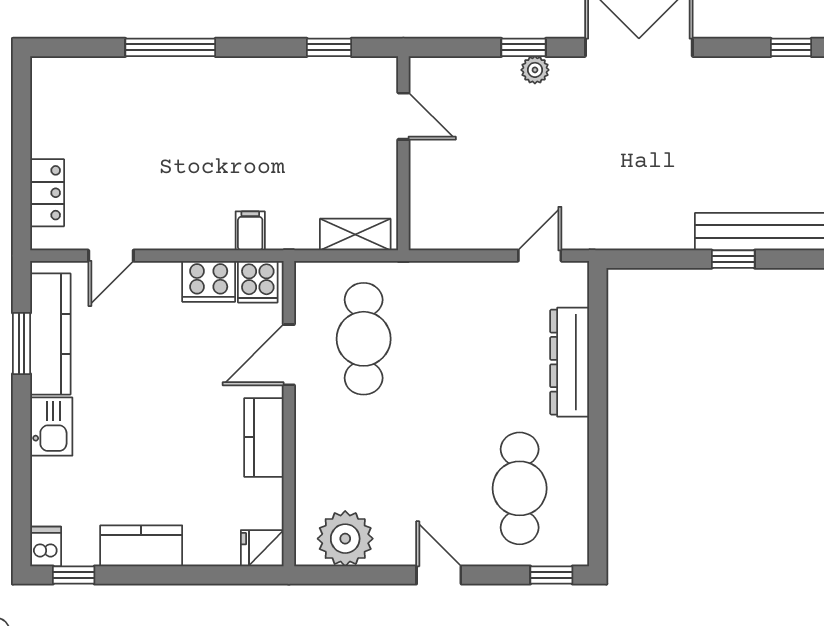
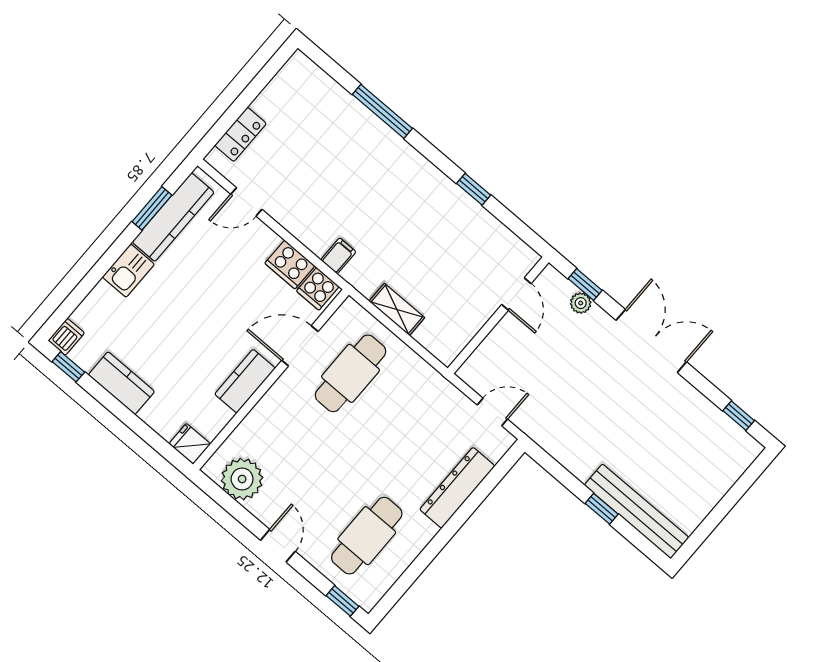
door: (403, 116) -> (516, 294), moved
wall: (403, 153) -> (498, 315), moved

